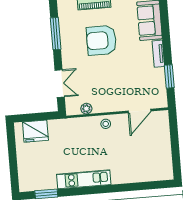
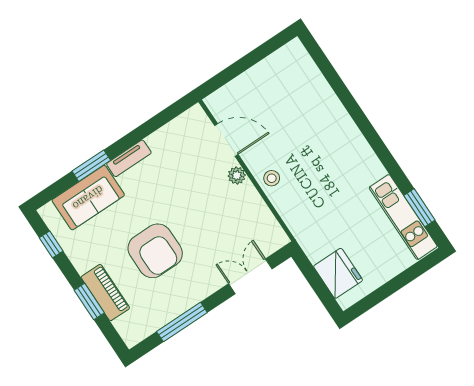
window: (169, 76) -> (91, 166), moved
plant: (86, 109) -> (237, 175), moved
kitchen unit: (84, 179) -> (403, 217), moved

